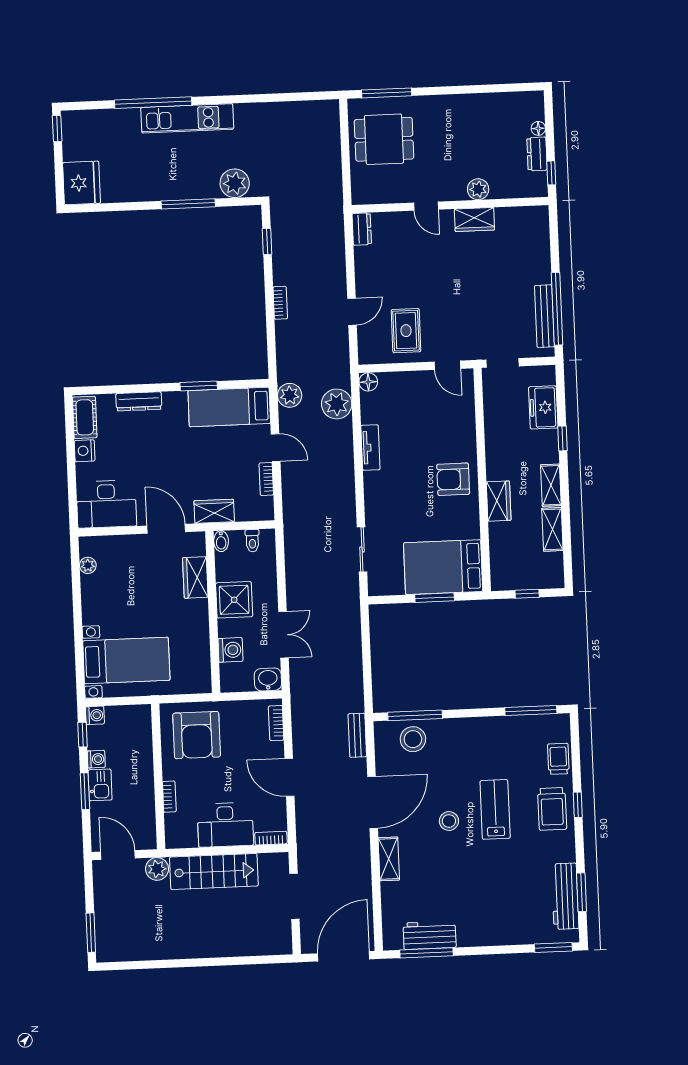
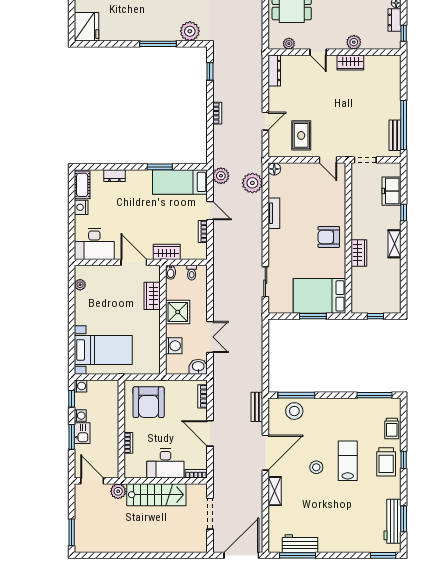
plant: (382, 195) -> (289, 44), added
dresser: (362, 229) -> (274, 70), width x1.44
bench: (544, 316) -> (395, 135), width x0.73
dresser: (139, 401) -> (114, 176), width x0.70
shelving: (552, 529) -> (394, 274), removed
trolley: (558, 759) -> (392, 428), turned 180

